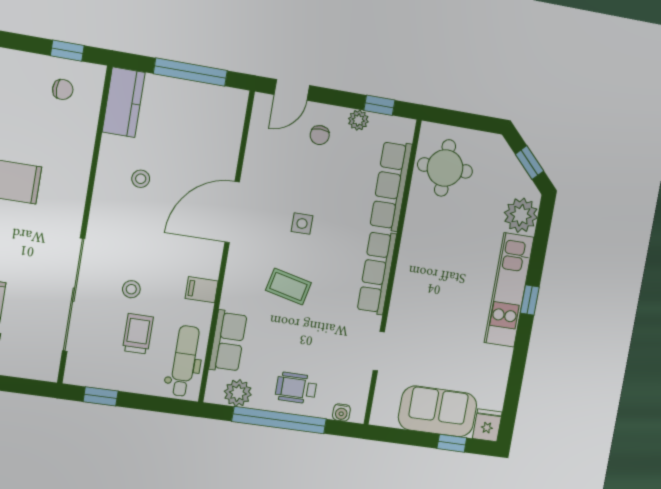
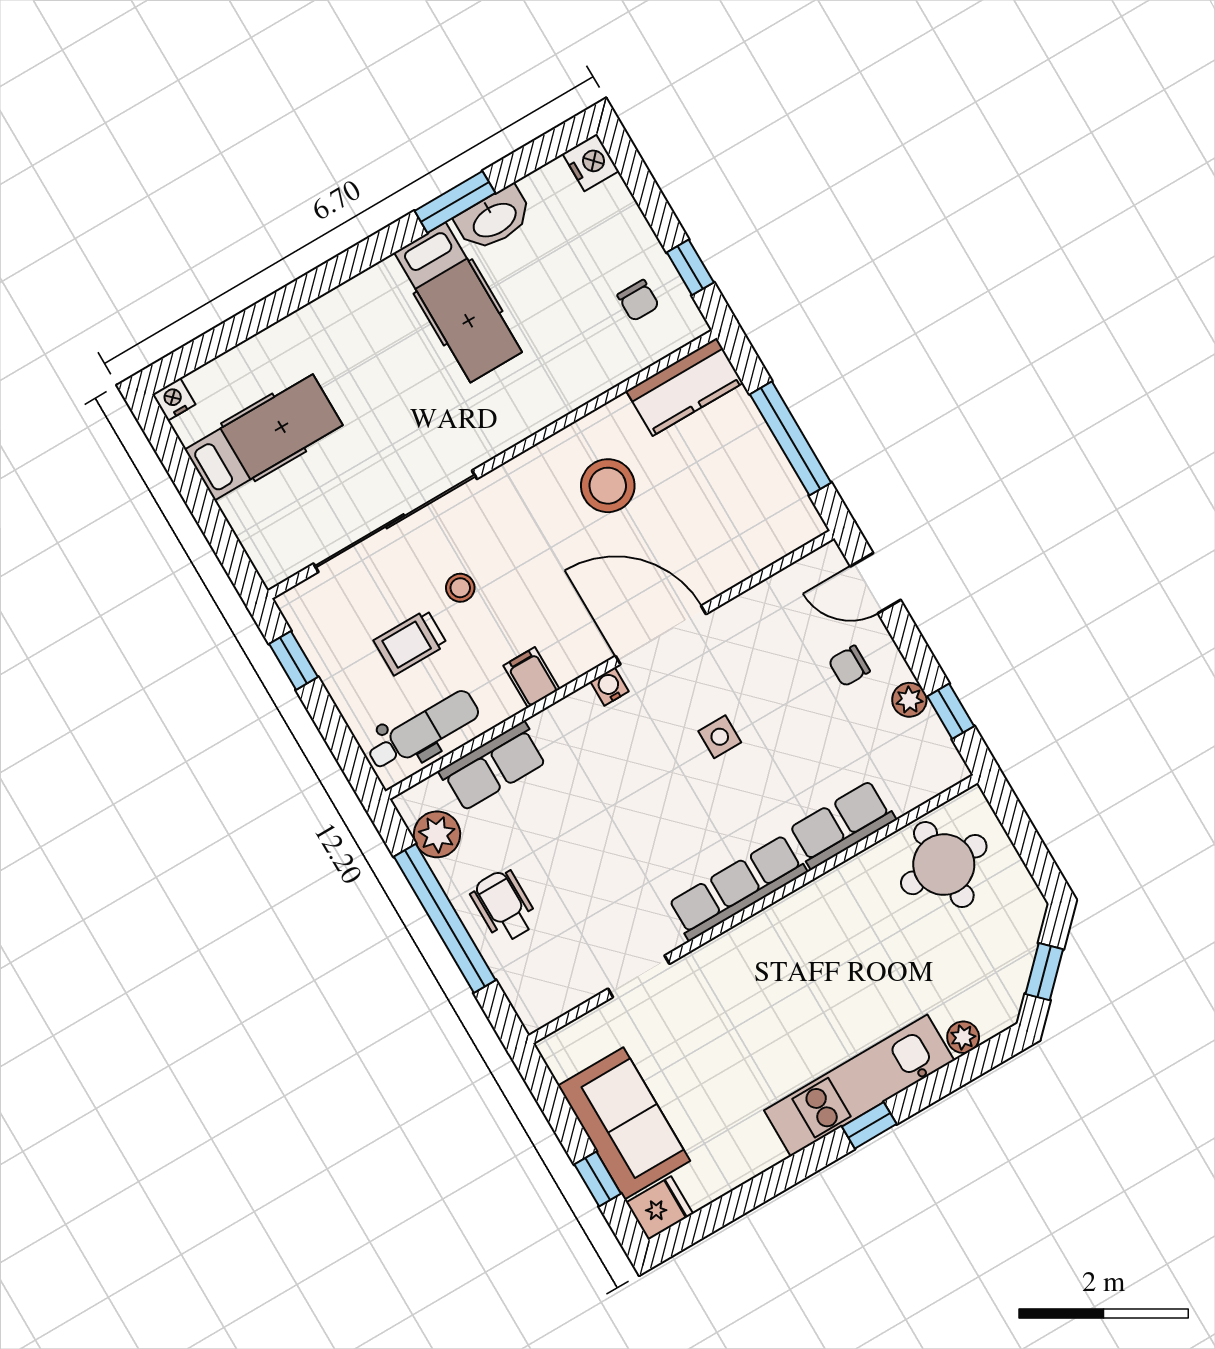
stool: (141, 179) -> (608, 486), width x1.89, depth x1.89
row of seats: (391, 186) -> (842, 825), width x0.68
plant: (521, 215) -> (963, 1037), width x0.53, depth x0.53
coffee table: (288, 287) -> (626, 786), removed
trolley: (138, 334) -> (410, 642), turned 180
water cooler: (341, 412) -> (610, 686), moved, turned 90

